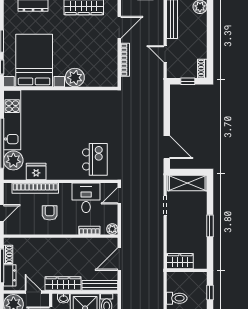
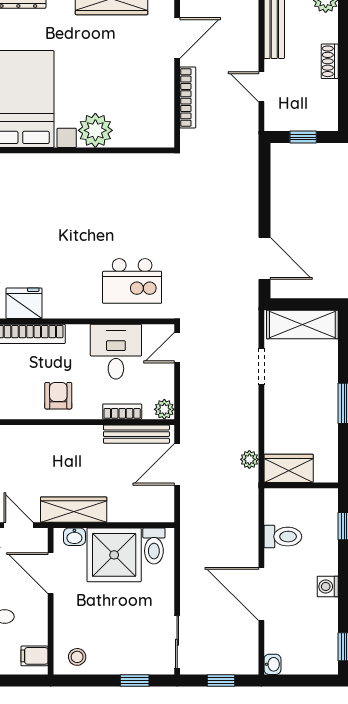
shoe rack: (202, 69) -> (330, 61), moved
kitchen island: (95, 159) -> (132, 281), turned 90
armchair: (50, 213) -> (58, 396), moved
plant: (159, 256) -> (249, 459), added
bench: (100, 285) -> (136, 434), moved

